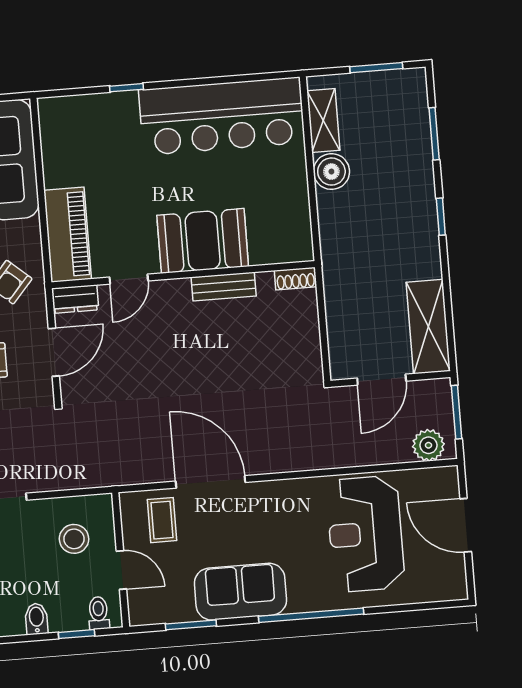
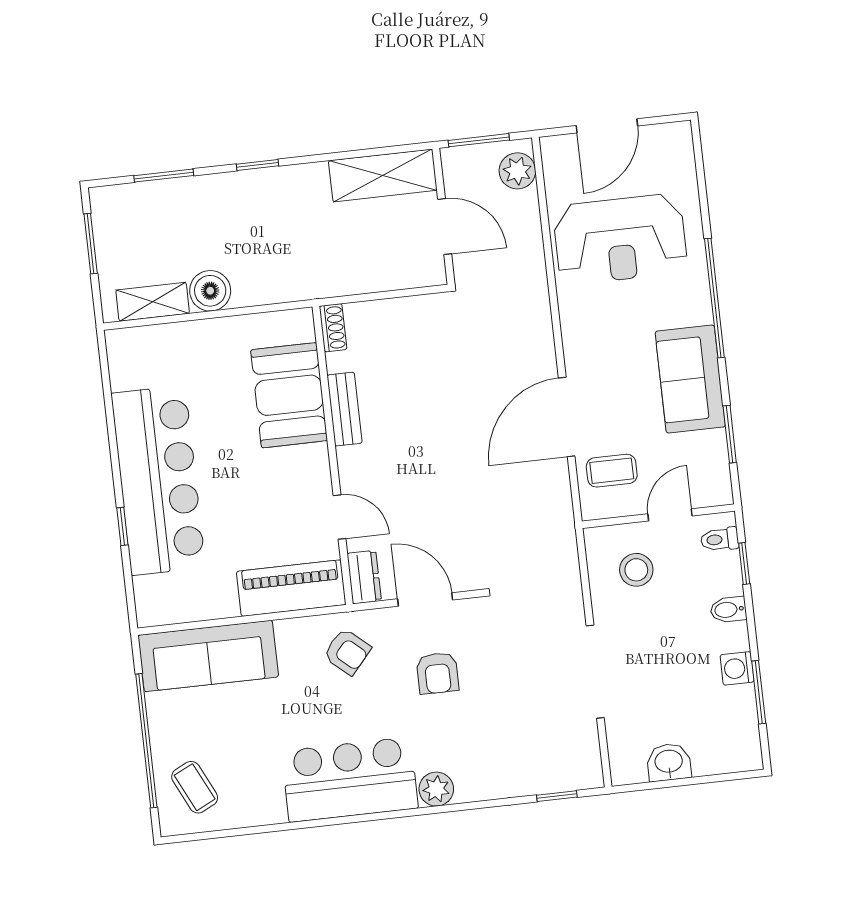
bar counter: (222, 116) -> (158, 480), moved
booth: (203, 241) -> (289, 395), moved

